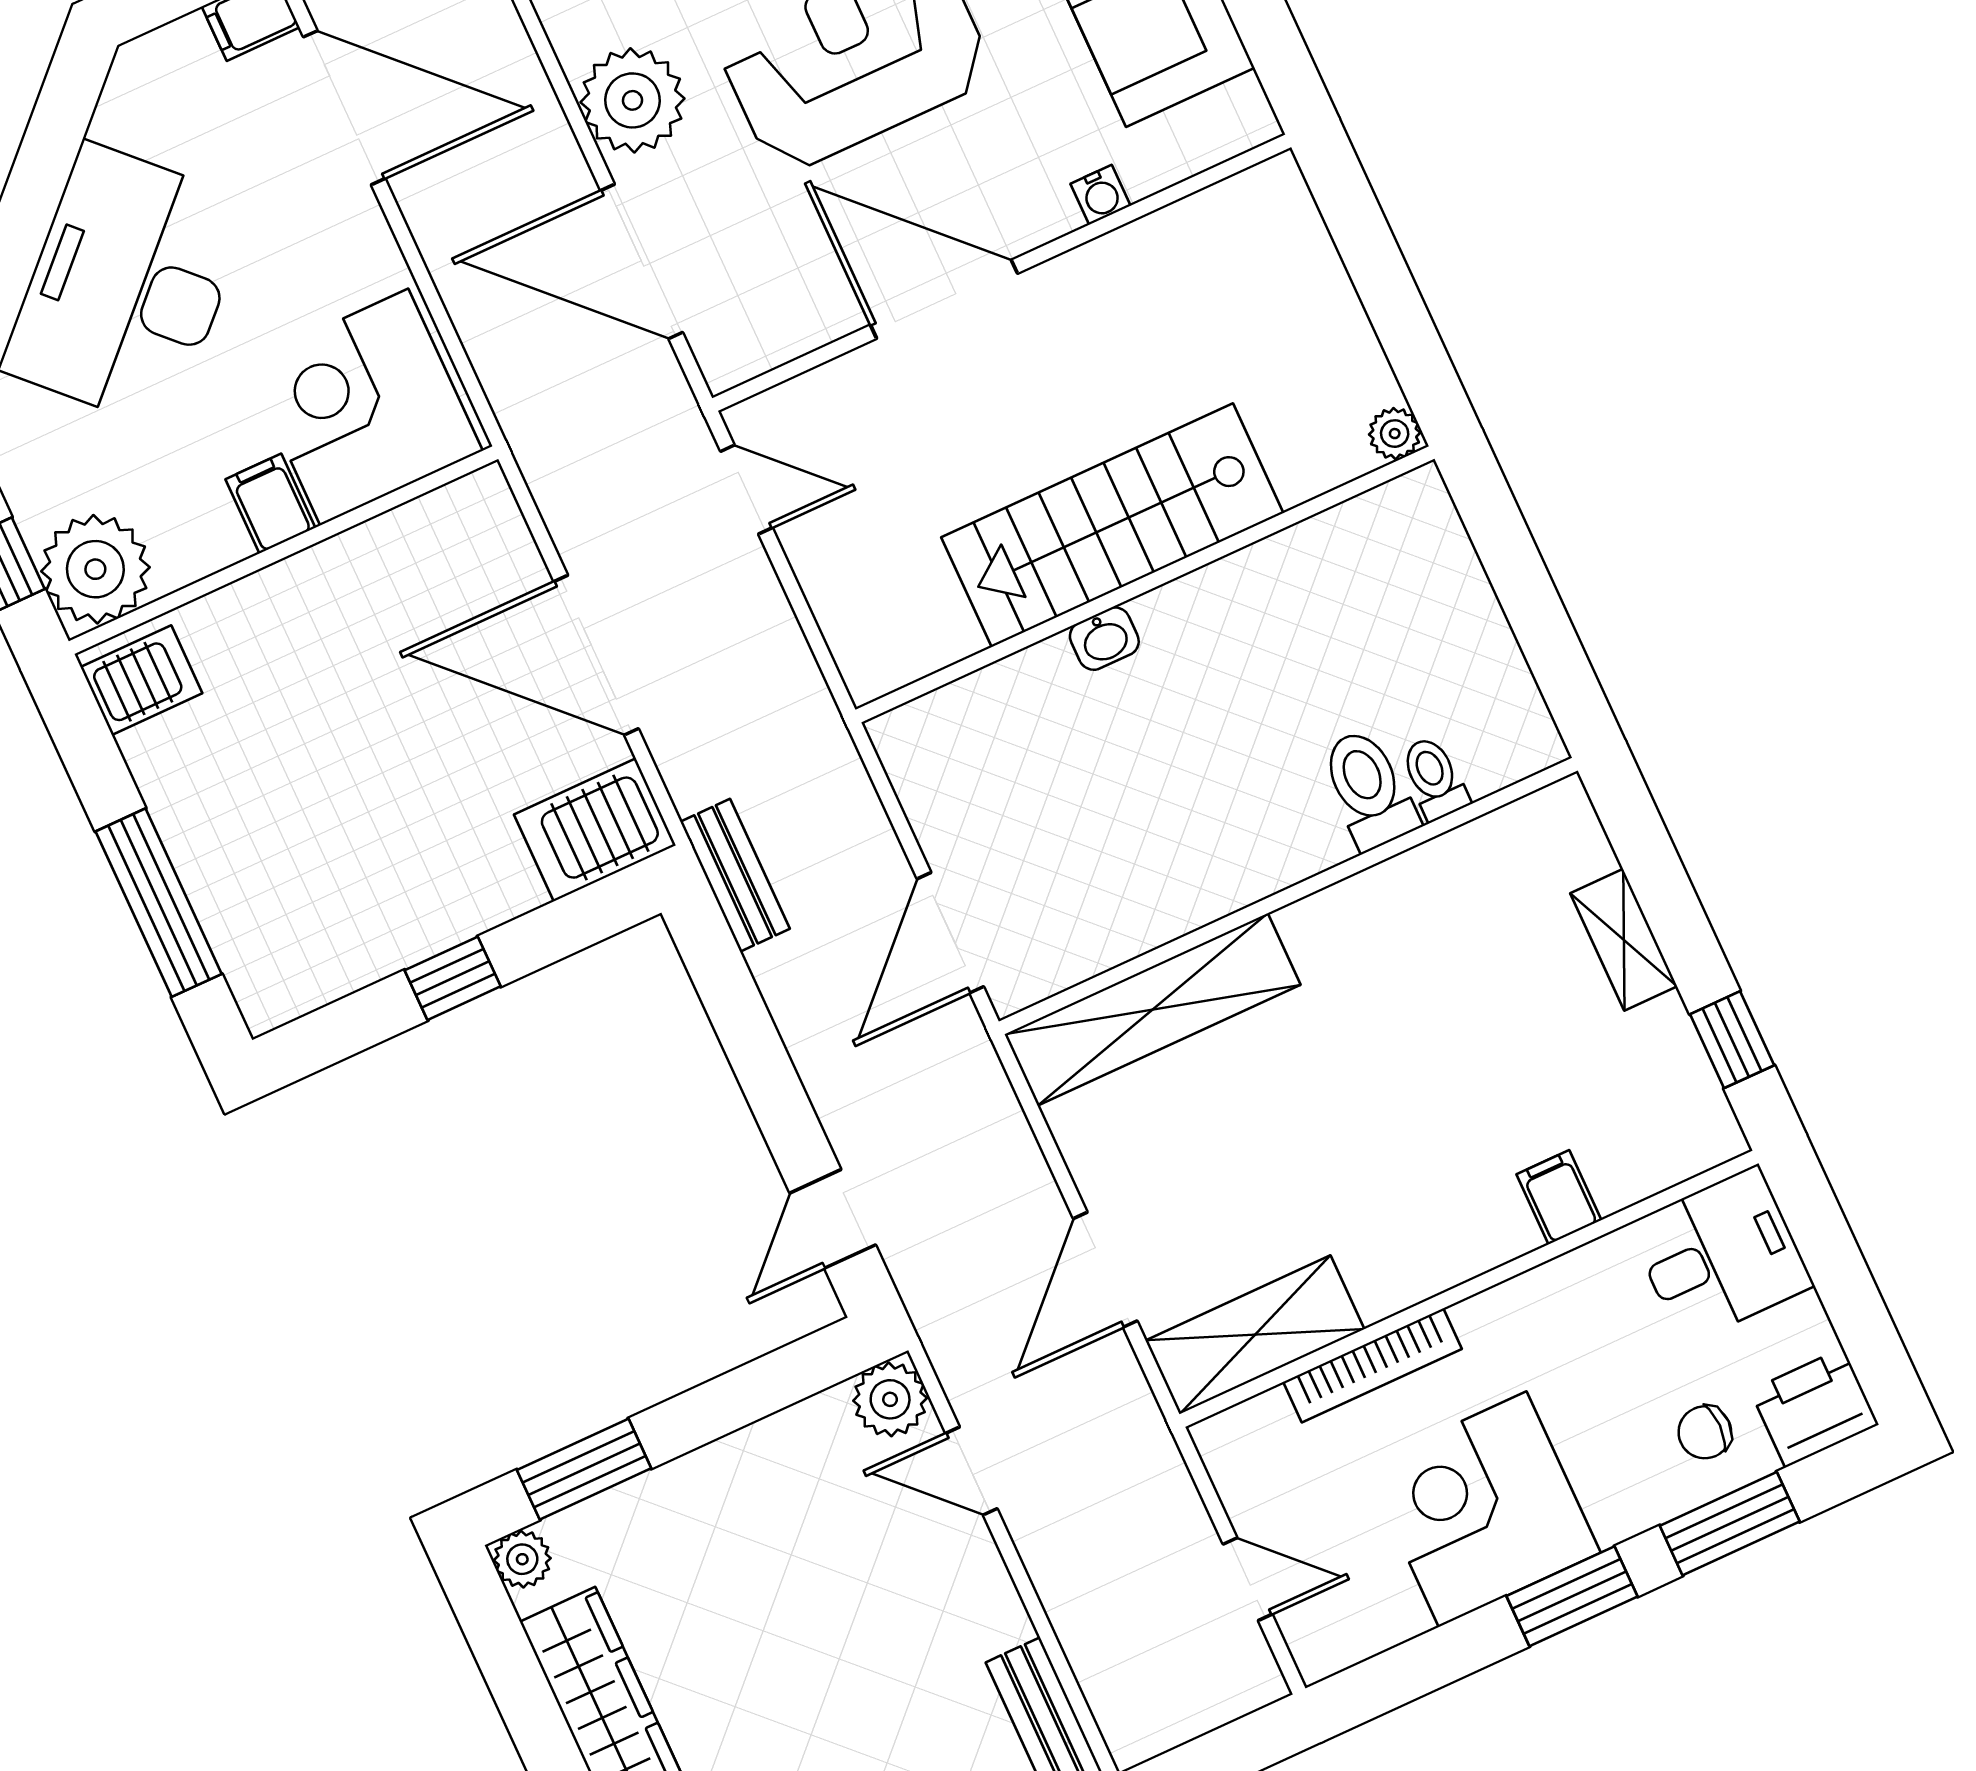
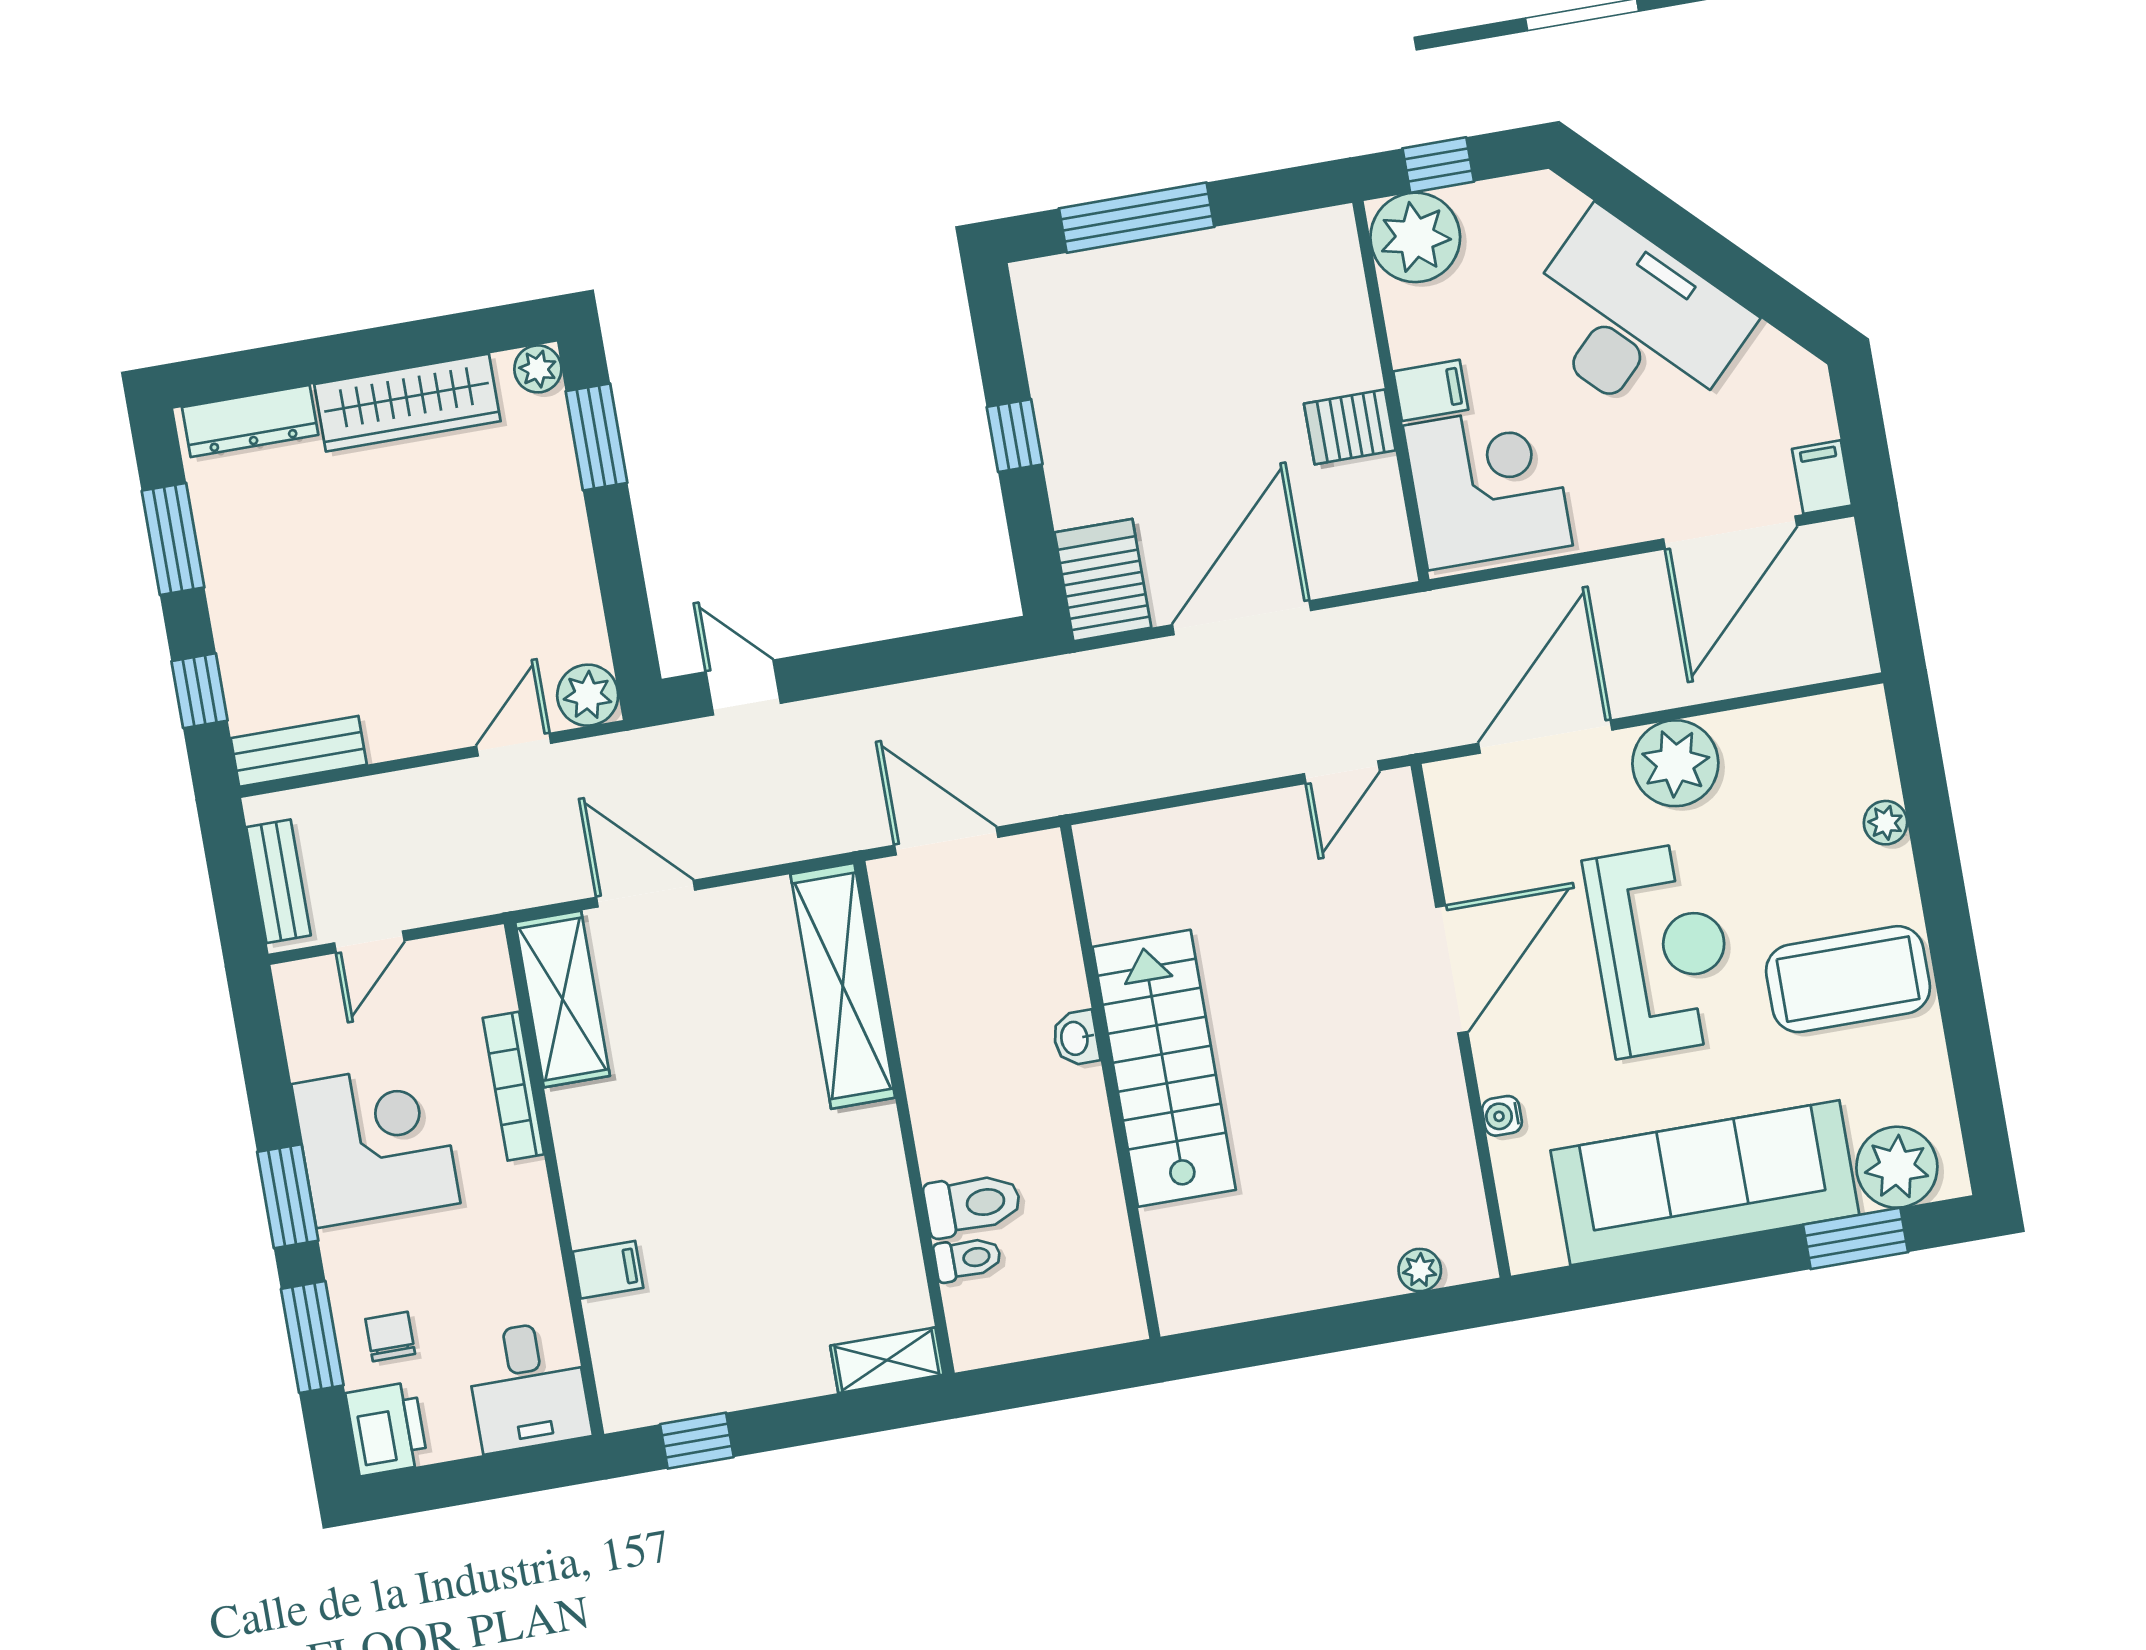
plant: (1395, 434) -> (1420, 1270), moved
stairs: (1112, 525) -> (1164, 1068), moved
wall: (1145, 584) -> (1110, 1082), moved
washbasin: (1104, 639) -> (1076, 1038), moved
server rack: (141, 680) -> (1350, 427), moved, turned 90
bench: (735, 875) -> (279, 881), moved, turned 90
shelving: (1624, 940) -> (887, 1360), moved

